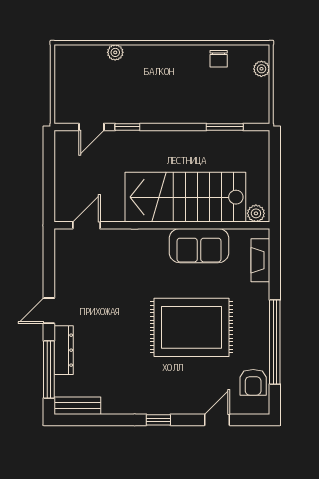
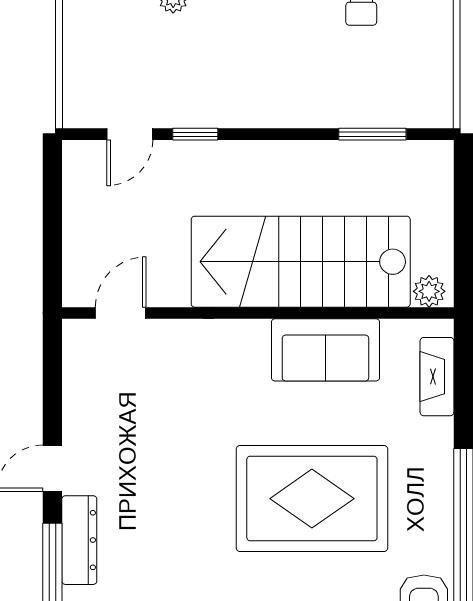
plant: (261, 69) -> (439, 28), removed

